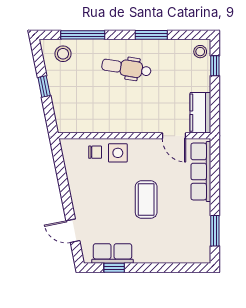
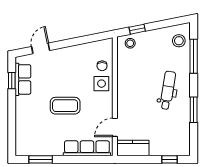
stool: (200, 52) -> (130, 43), moved
window: (44, 87) -> (137, 29), moved

